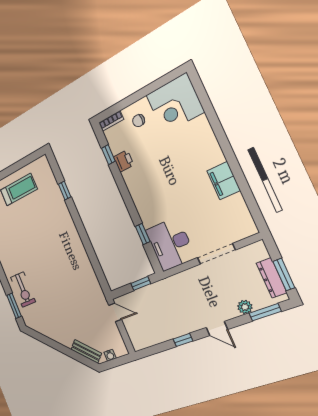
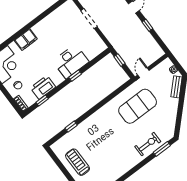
printer: (124, 161) -> (43, 87), width x1.87, depth x1.48
filing cabinet: (224, 181) -> (26, 40), moved
window: (143, 234) -> (75, 76), moved
desk: (170, 244) -> (71, 61), moved
exercise mat: (72, 290) -> (138, 106), added

